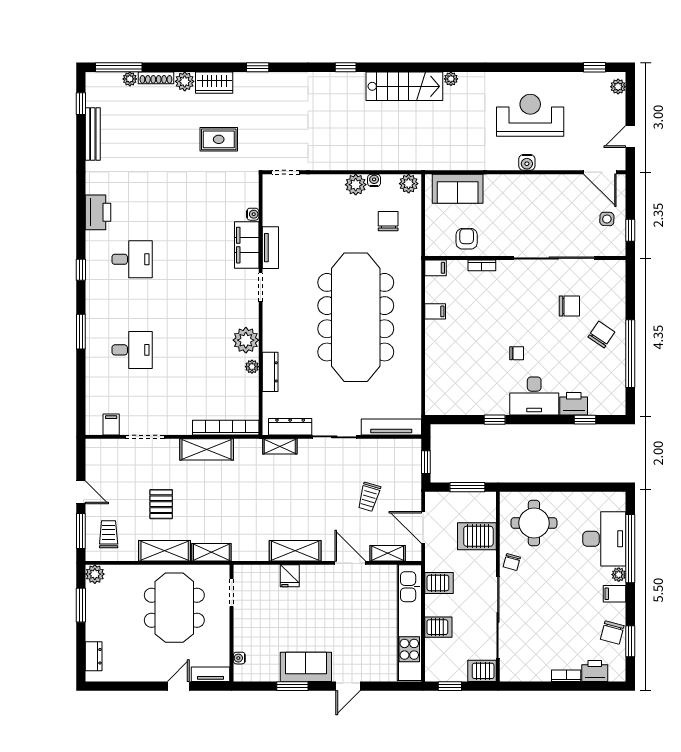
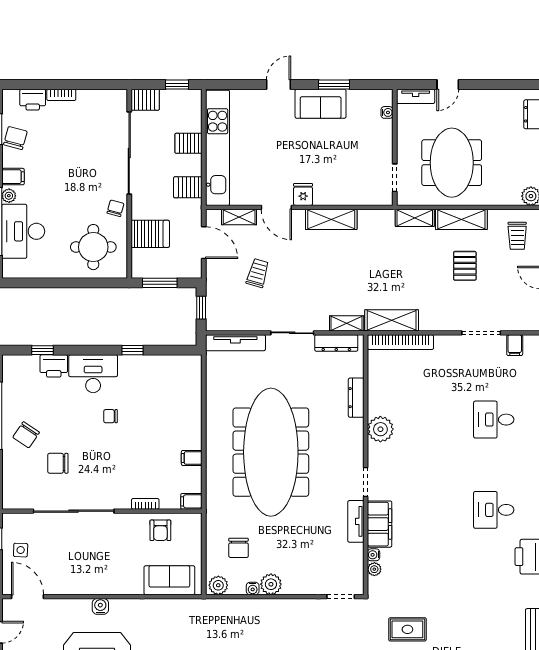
plant: (252, 367) -> (374, 569), moved
shelving: (207, 449) -> (392, 320), moved
fridge: (290, 576) -> (303, 194), moved

